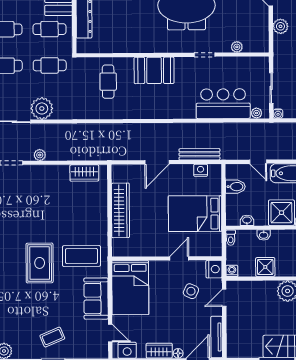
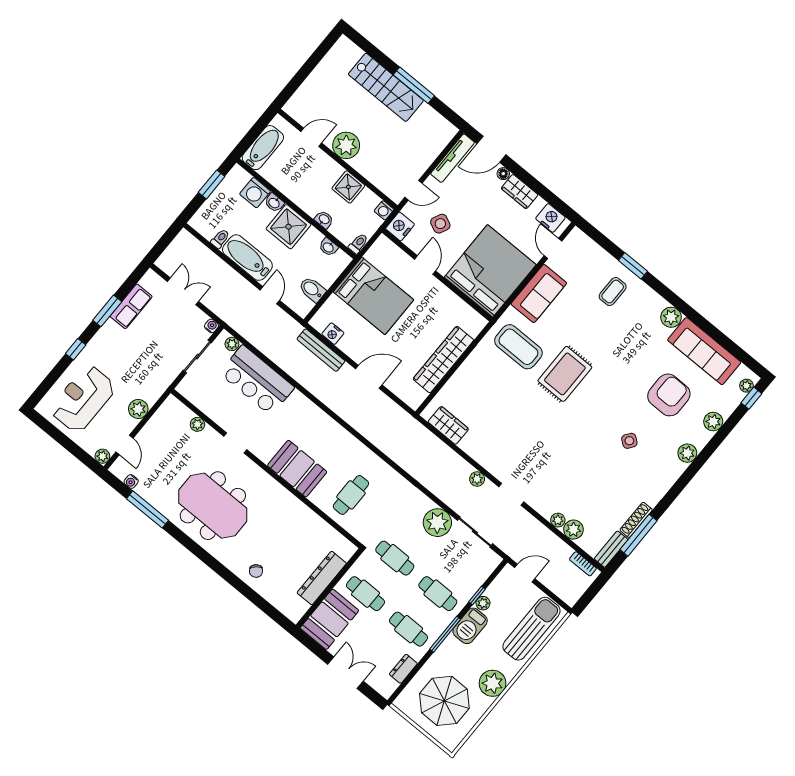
door: (179, 258) -> (425, 265), swing flipped
bed: (130, 288) -> (490, 271), width x1.36
coffee table: (52, 337) -> (613, 292), turned -67

